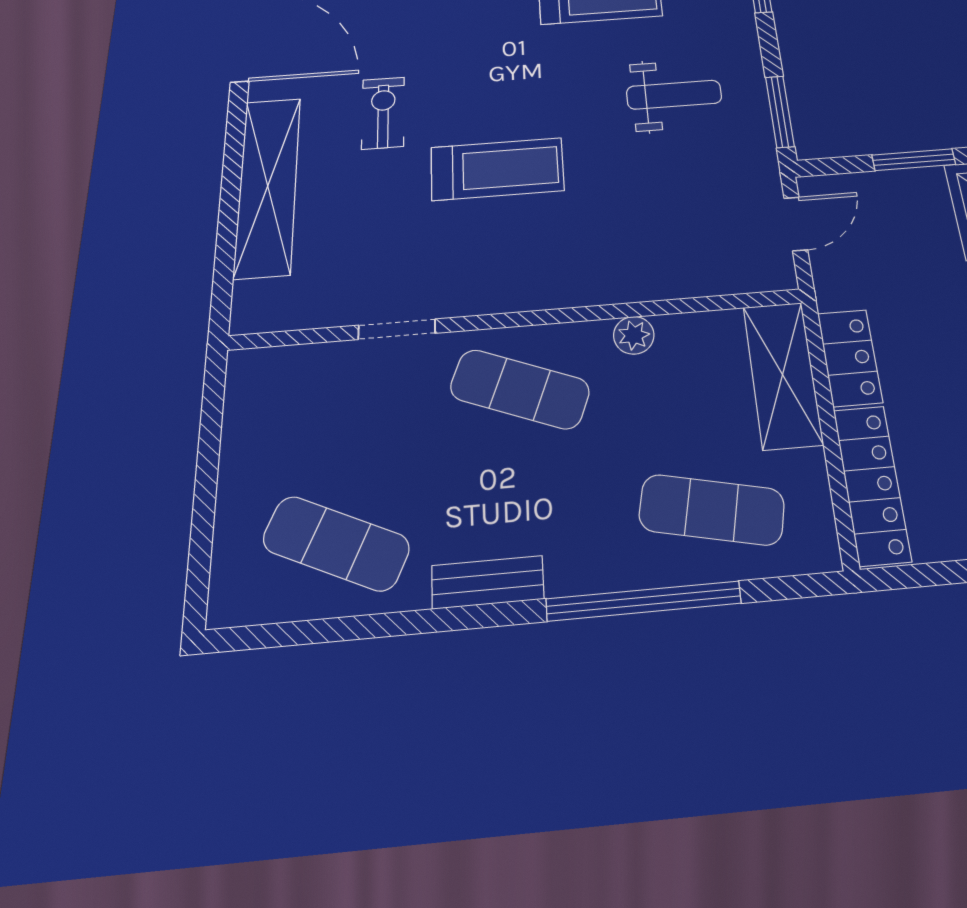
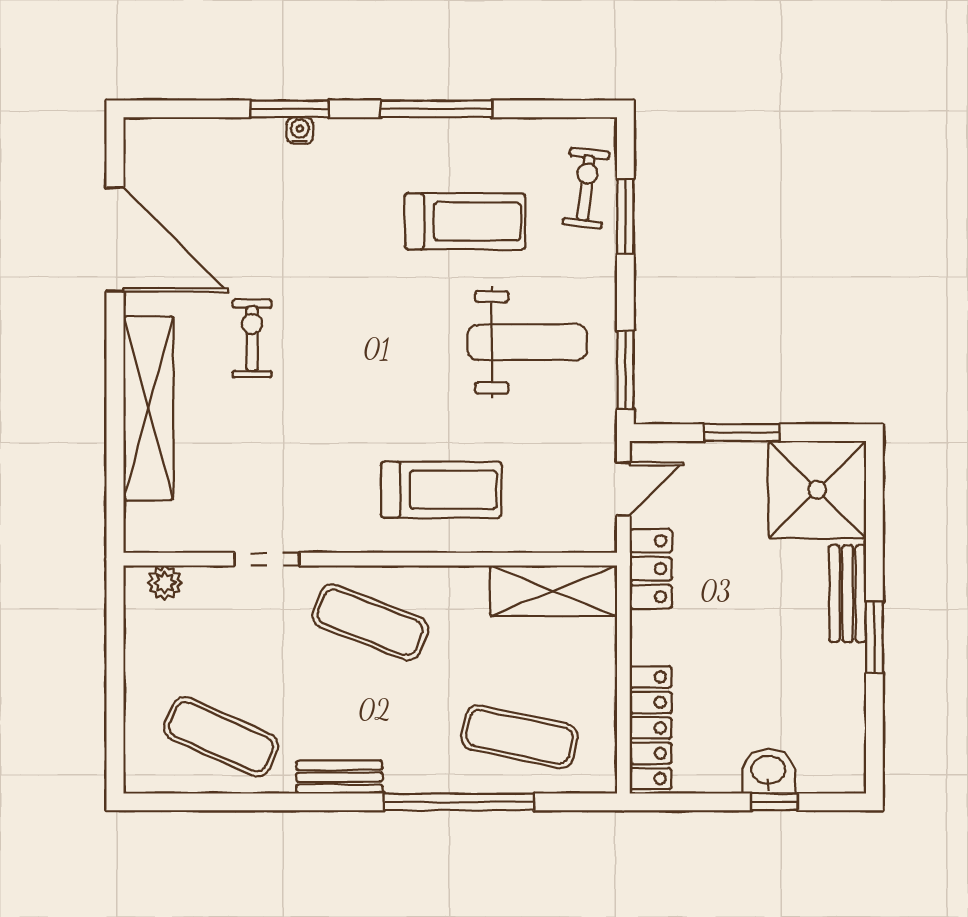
weight bench: (674, 95) -> (528, 342), width x1.36, depth x1.33
treadmill: (497, 169) -> (441, 490), moved
plant: (634, 335) -> (165, 583), moved
locker: (850, 358) -> (651, 569), moved
shelving: (783, 374) -> (554, 591), moved, turned 90

